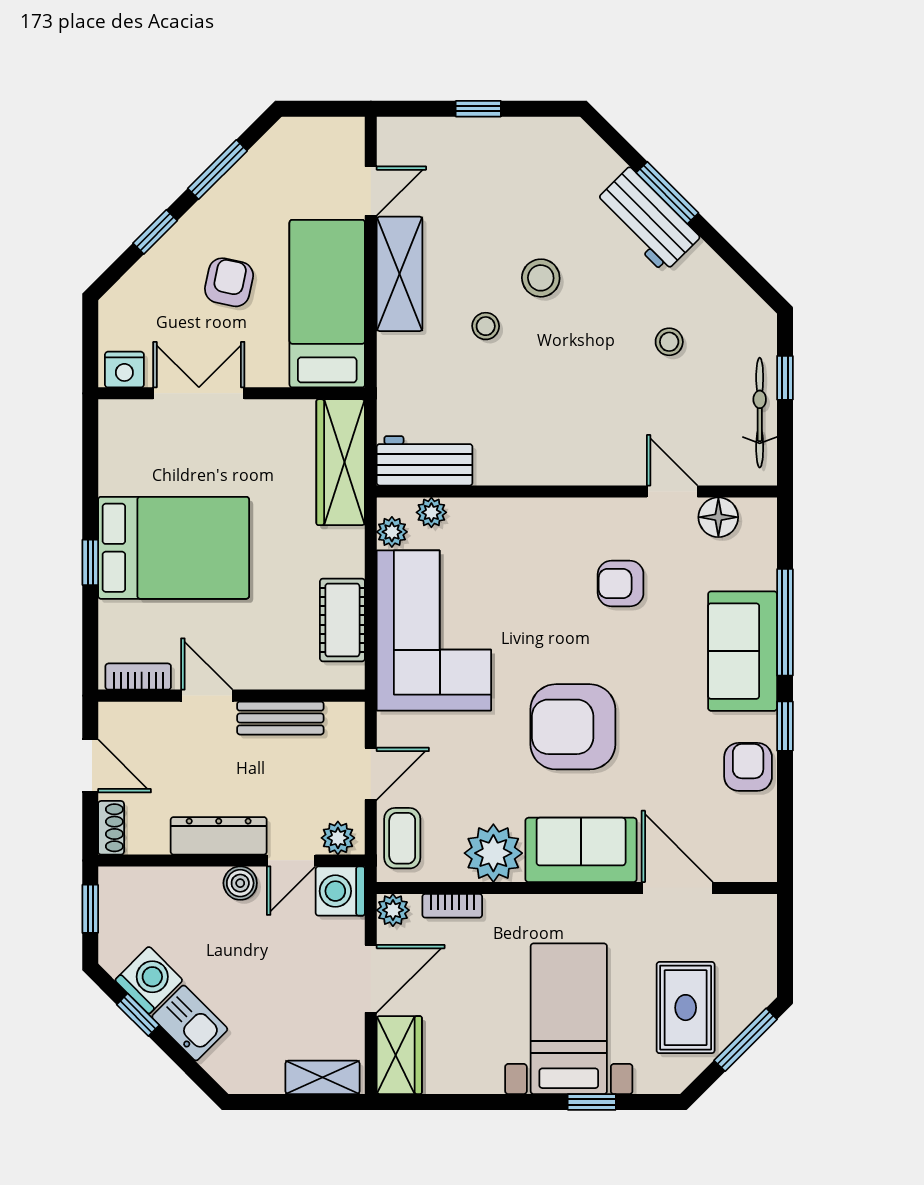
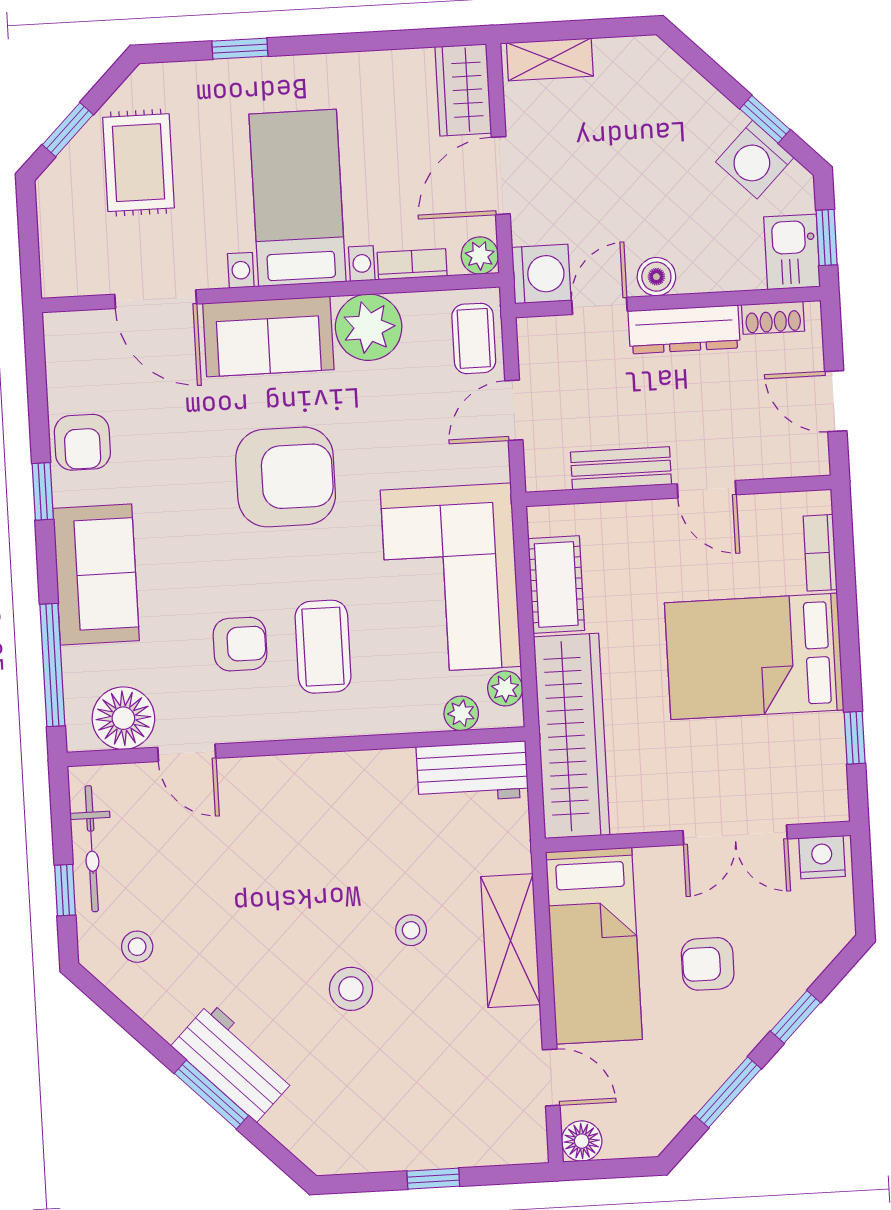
floor lamp: (347, 134) -> (582, 1141), added
door: (371, 191) -> (551, 1077), swing flipped
shelving: (400, 274) -> (510, 941), moved
armchair: (229, 282) -> (708, 964), turned 78
stool: (669, 342) -> (137, 947), moved
wardrobe: (341, 462) -> (572, 736), width x1.40, depth x1.17
floor lamp: (718, 517) -> (123, 718), width x1.38, depth x1.38
window: (90, 562) -> (855, 738), moved
coffee table: (548, 577) -> (323, 647), added
window: (785, 622) -> (52, 665), moved
bookcase: (138, 677) -> (820, 553), moved, turned 90
shoe rack: (111, 828) -> (773, 318), moved, turned -90
plant: (338, 838) -> (547, 335), removed
bed with nightstands: (569, 1019) -> (297, 198), moved, turned 180
kitchen sink: (190, 1023) -> (792, 252), moved, turned 45
window: (746, 1040) -> (68, 130), width x0.67

